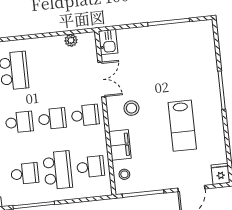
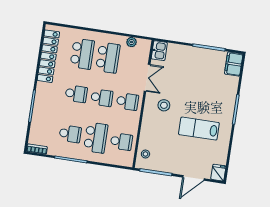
school desk: (47, 67) -> (108, 58), added
lab bench: (182, 126) -> (199, 129), turned 90
filing cabinet: (120, 145) -> (234, 64), moved, turned 180

